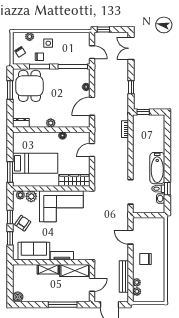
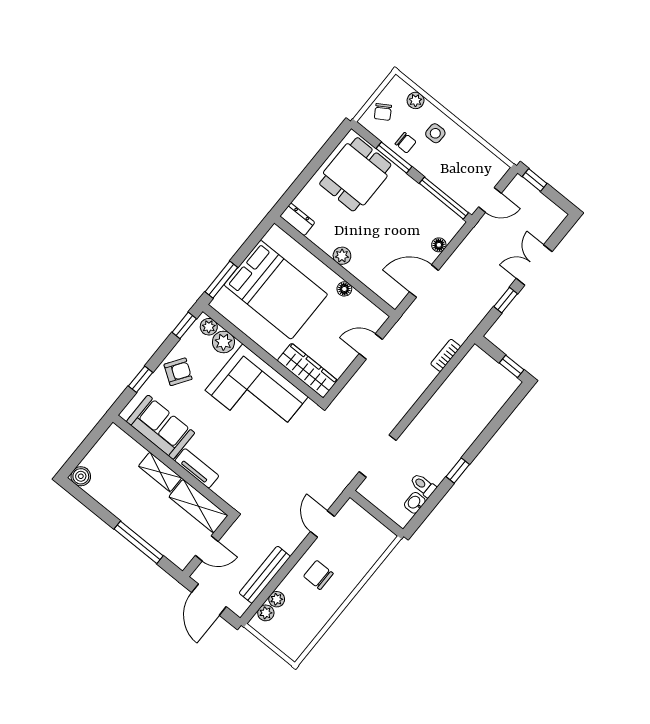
double door: (131, 48) -> (534, 265), moved
door: (92, 52) -> (490, 200), hinge flipped
window: (10, 90) -> (321, 157), removed
window: (143, 112) -> (512, 366), moved
bed: (35, 163) -> (276, 290), width x1.50
bathtub: (157, 168) -> (447, 453), removed
window: (167, 189) -> (458, 470), moved
window: (10, 217) -> (184, 325), moved

